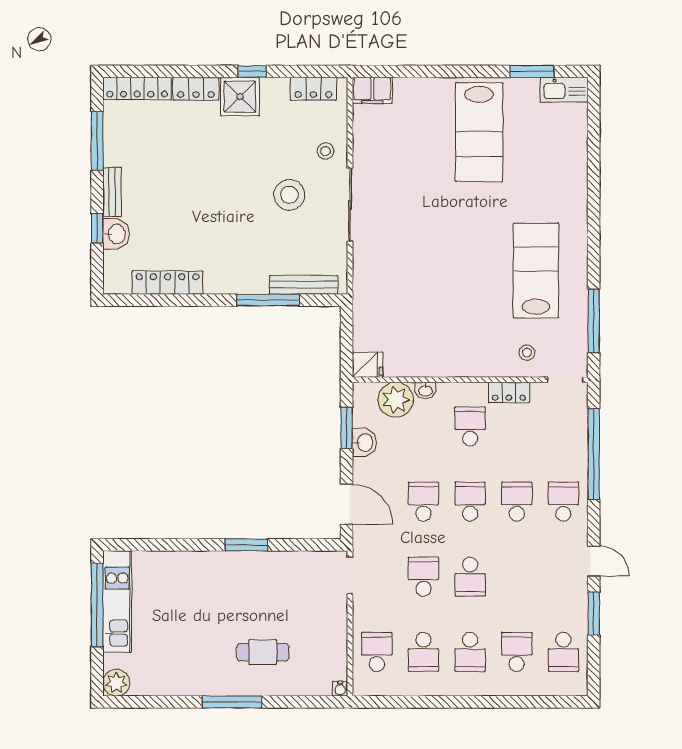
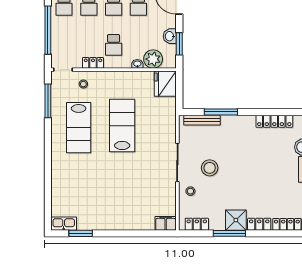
window: (252, 71) -> (229, 233), width x2.17
lab bench: (479, 132) -> (122, 125), moved
fridge: (368, 365) -> (165, 84), width x1.88, depth x1.34

